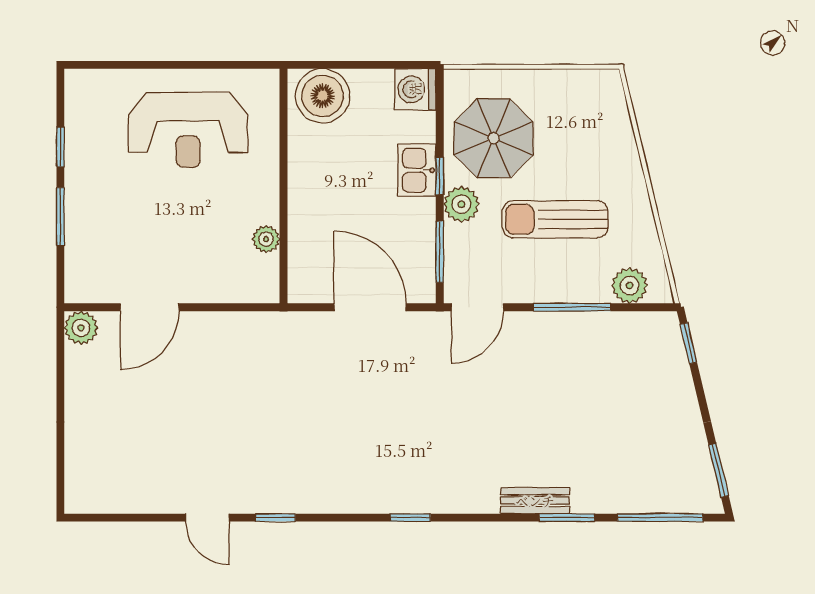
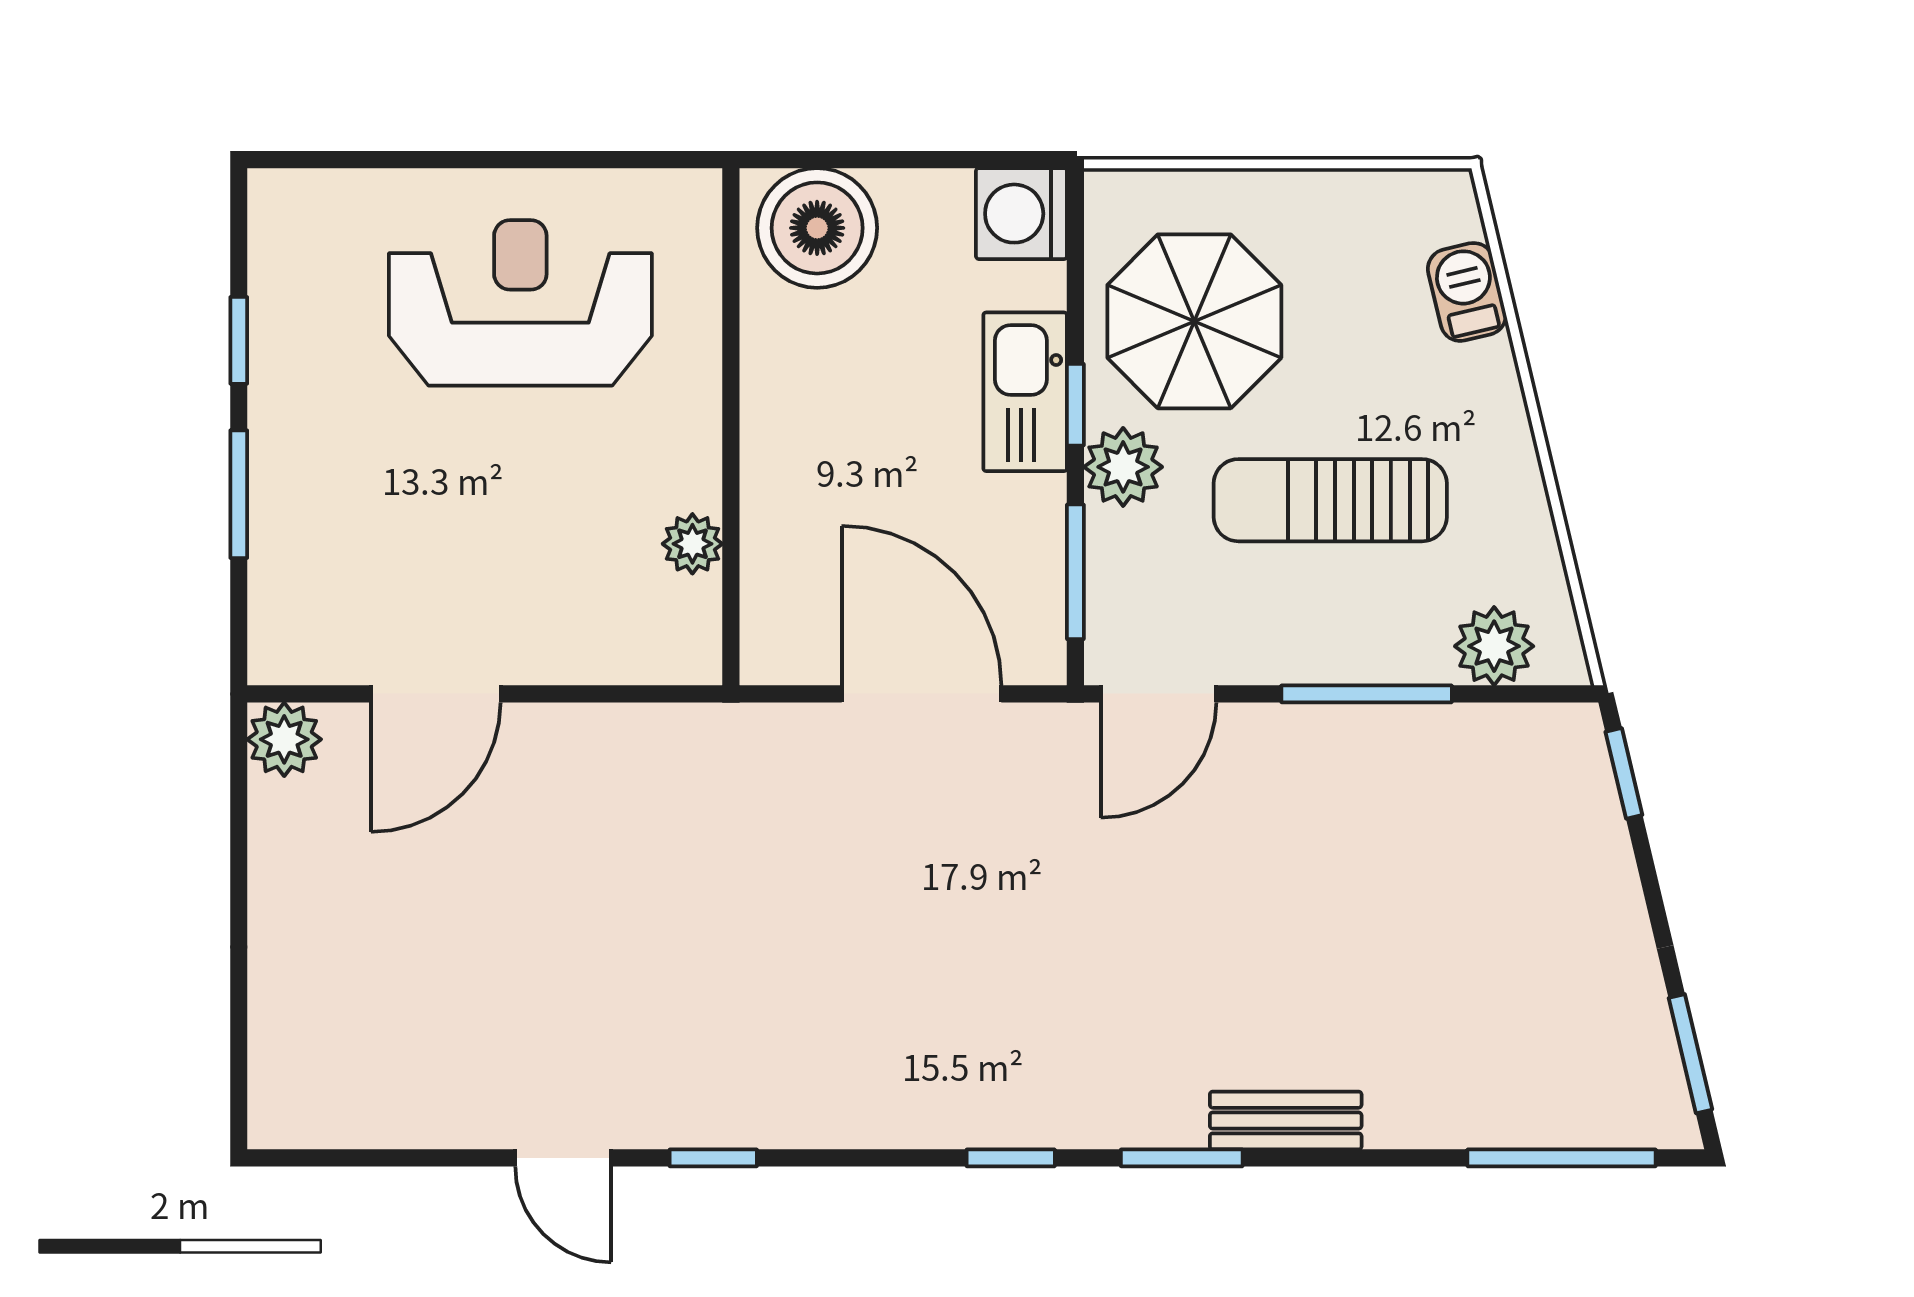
barbecue: (617, 125) -> (1467, 292), added
reception desk: (188, 130) -> (520, 303), turned 180
kitchen sink: (417, 170) -> (1025, 392), width x1.38
window: (567, 518) -> (1182, 1158), moved

